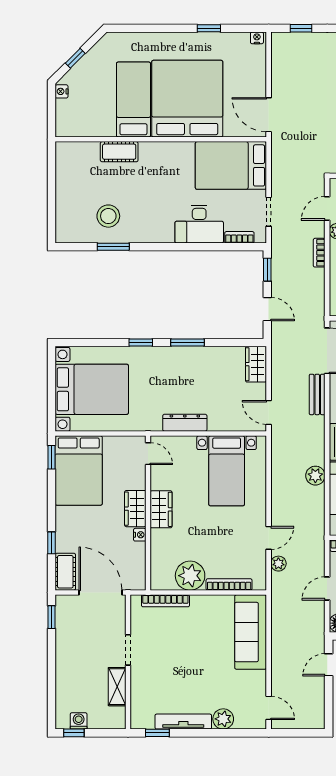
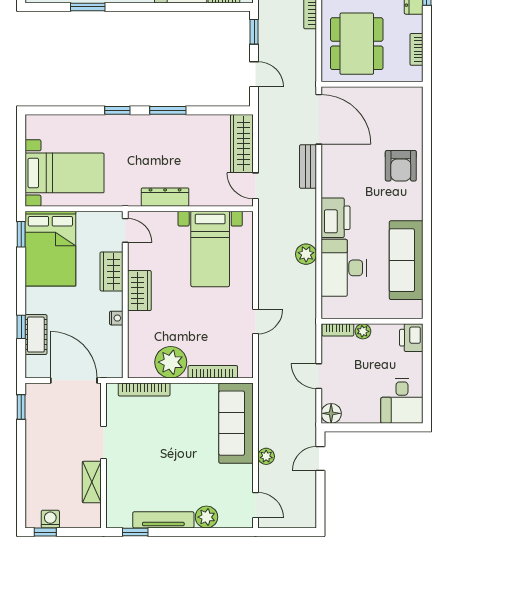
wardrobe: (256, 364) -> (242, 144), width x1.50
bed with nightstands: (92, 389) -> (65, 173), width x0.73
wardrobe: (135, 509) -> (112, 271), moved
plant: (278, 564) -> (266, 456), moved
cot: (65, 572) -> (36, 335), moved
door: (327, 588) -> (319, 376), hinge flipped

